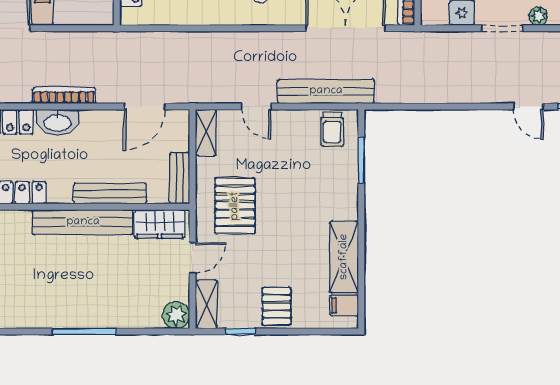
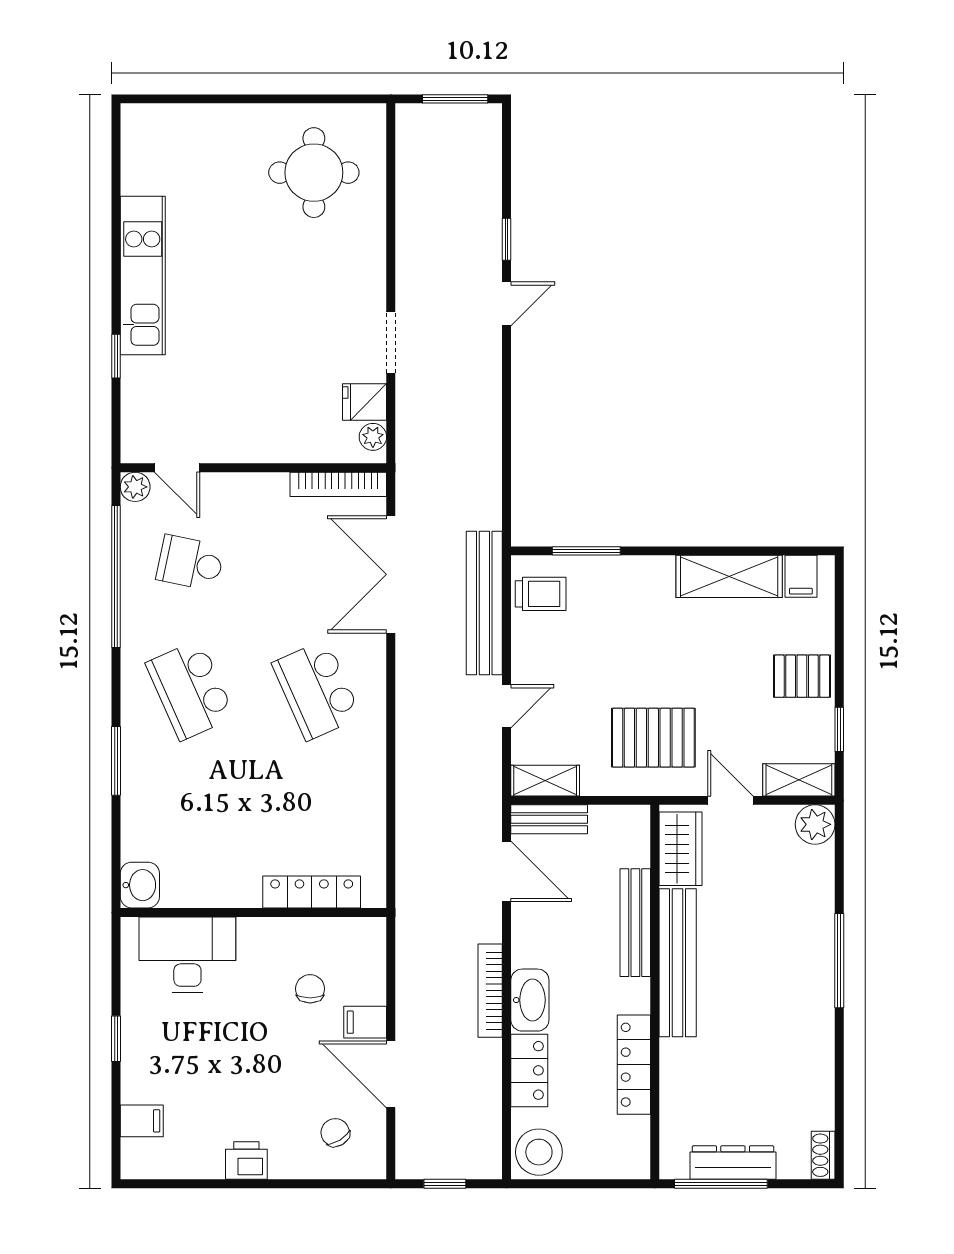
plant: (538, 16) -> (373, 437), moved
bench: (180, 178) -> (549, 819), moved

